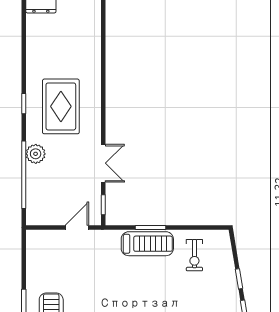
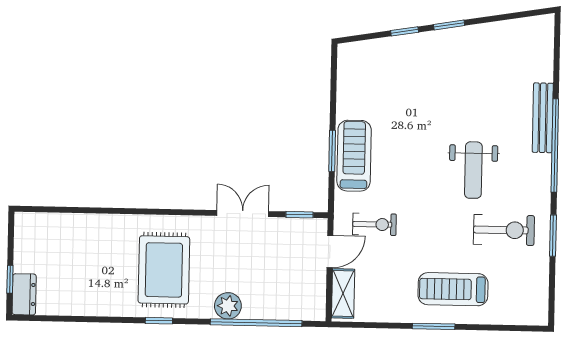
rug: (61, 106) -> (164, 270), turned 90
door: (77, 228) -> (330, 251), swing flipped
shelving: (46, 238) -> (343, 293), added
exercise bike: (194, 255) -> (374, 224), moved

